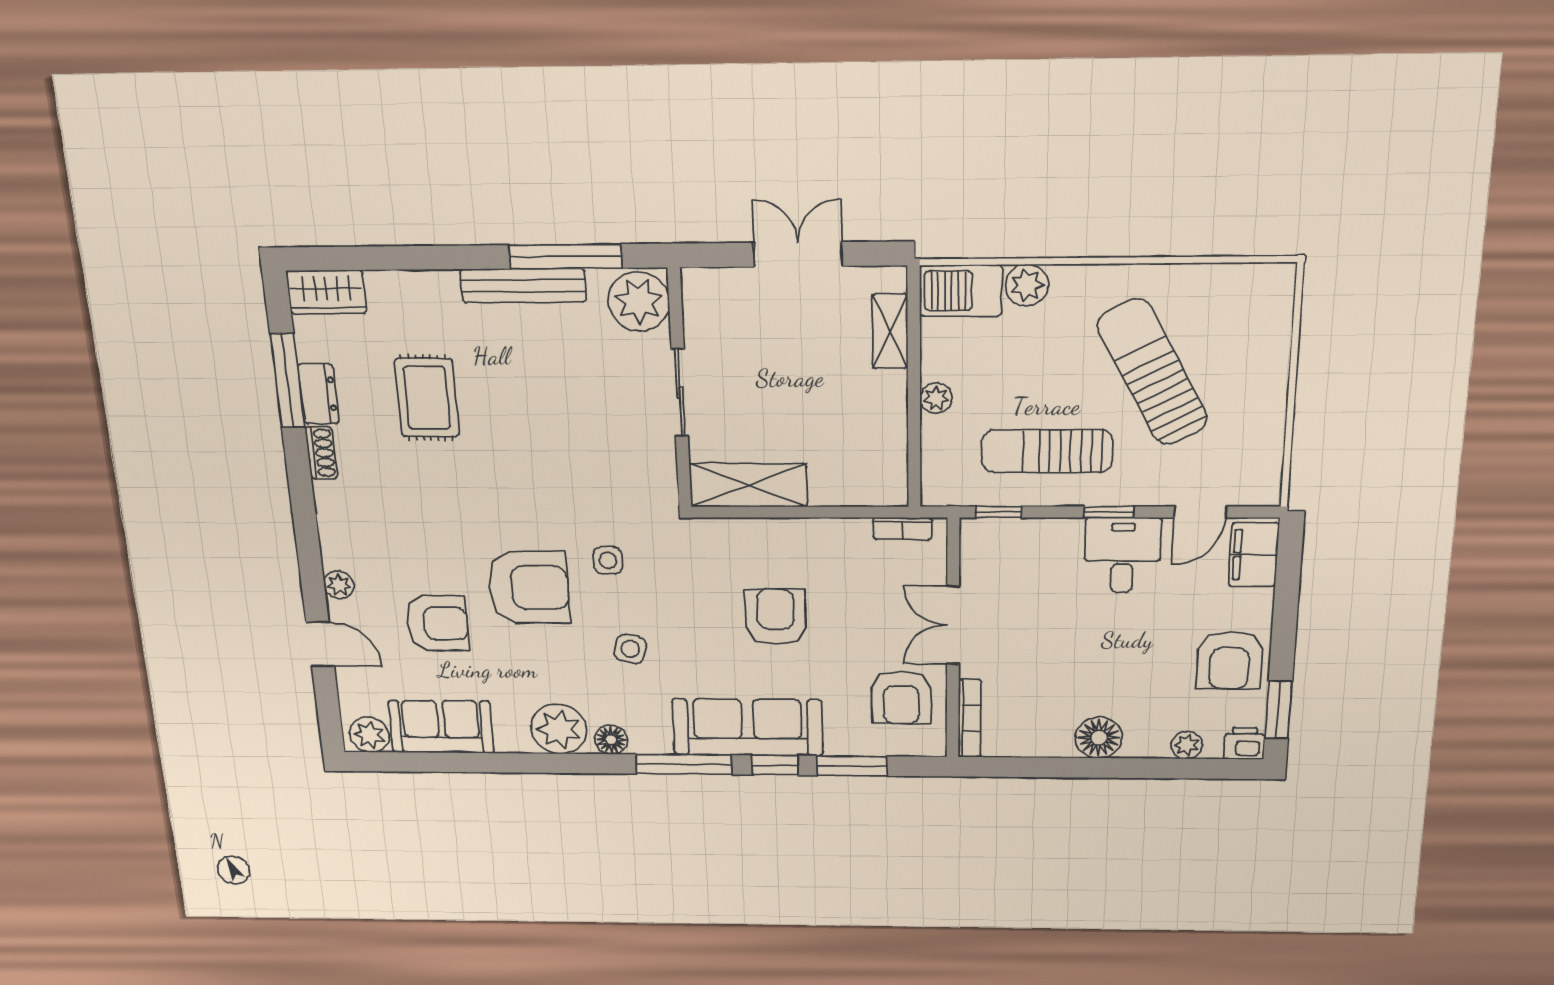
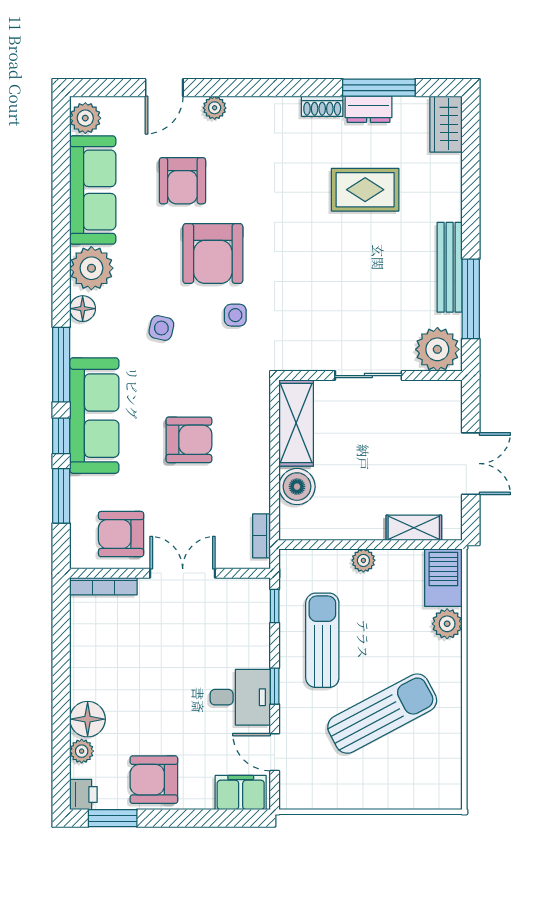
boiler: (835, 484) -> (297, 487), added
sofa: (441, 727) -> (93, 190), width x1.36
floor lamp: (1099, 738) -> (88, 719), moved

